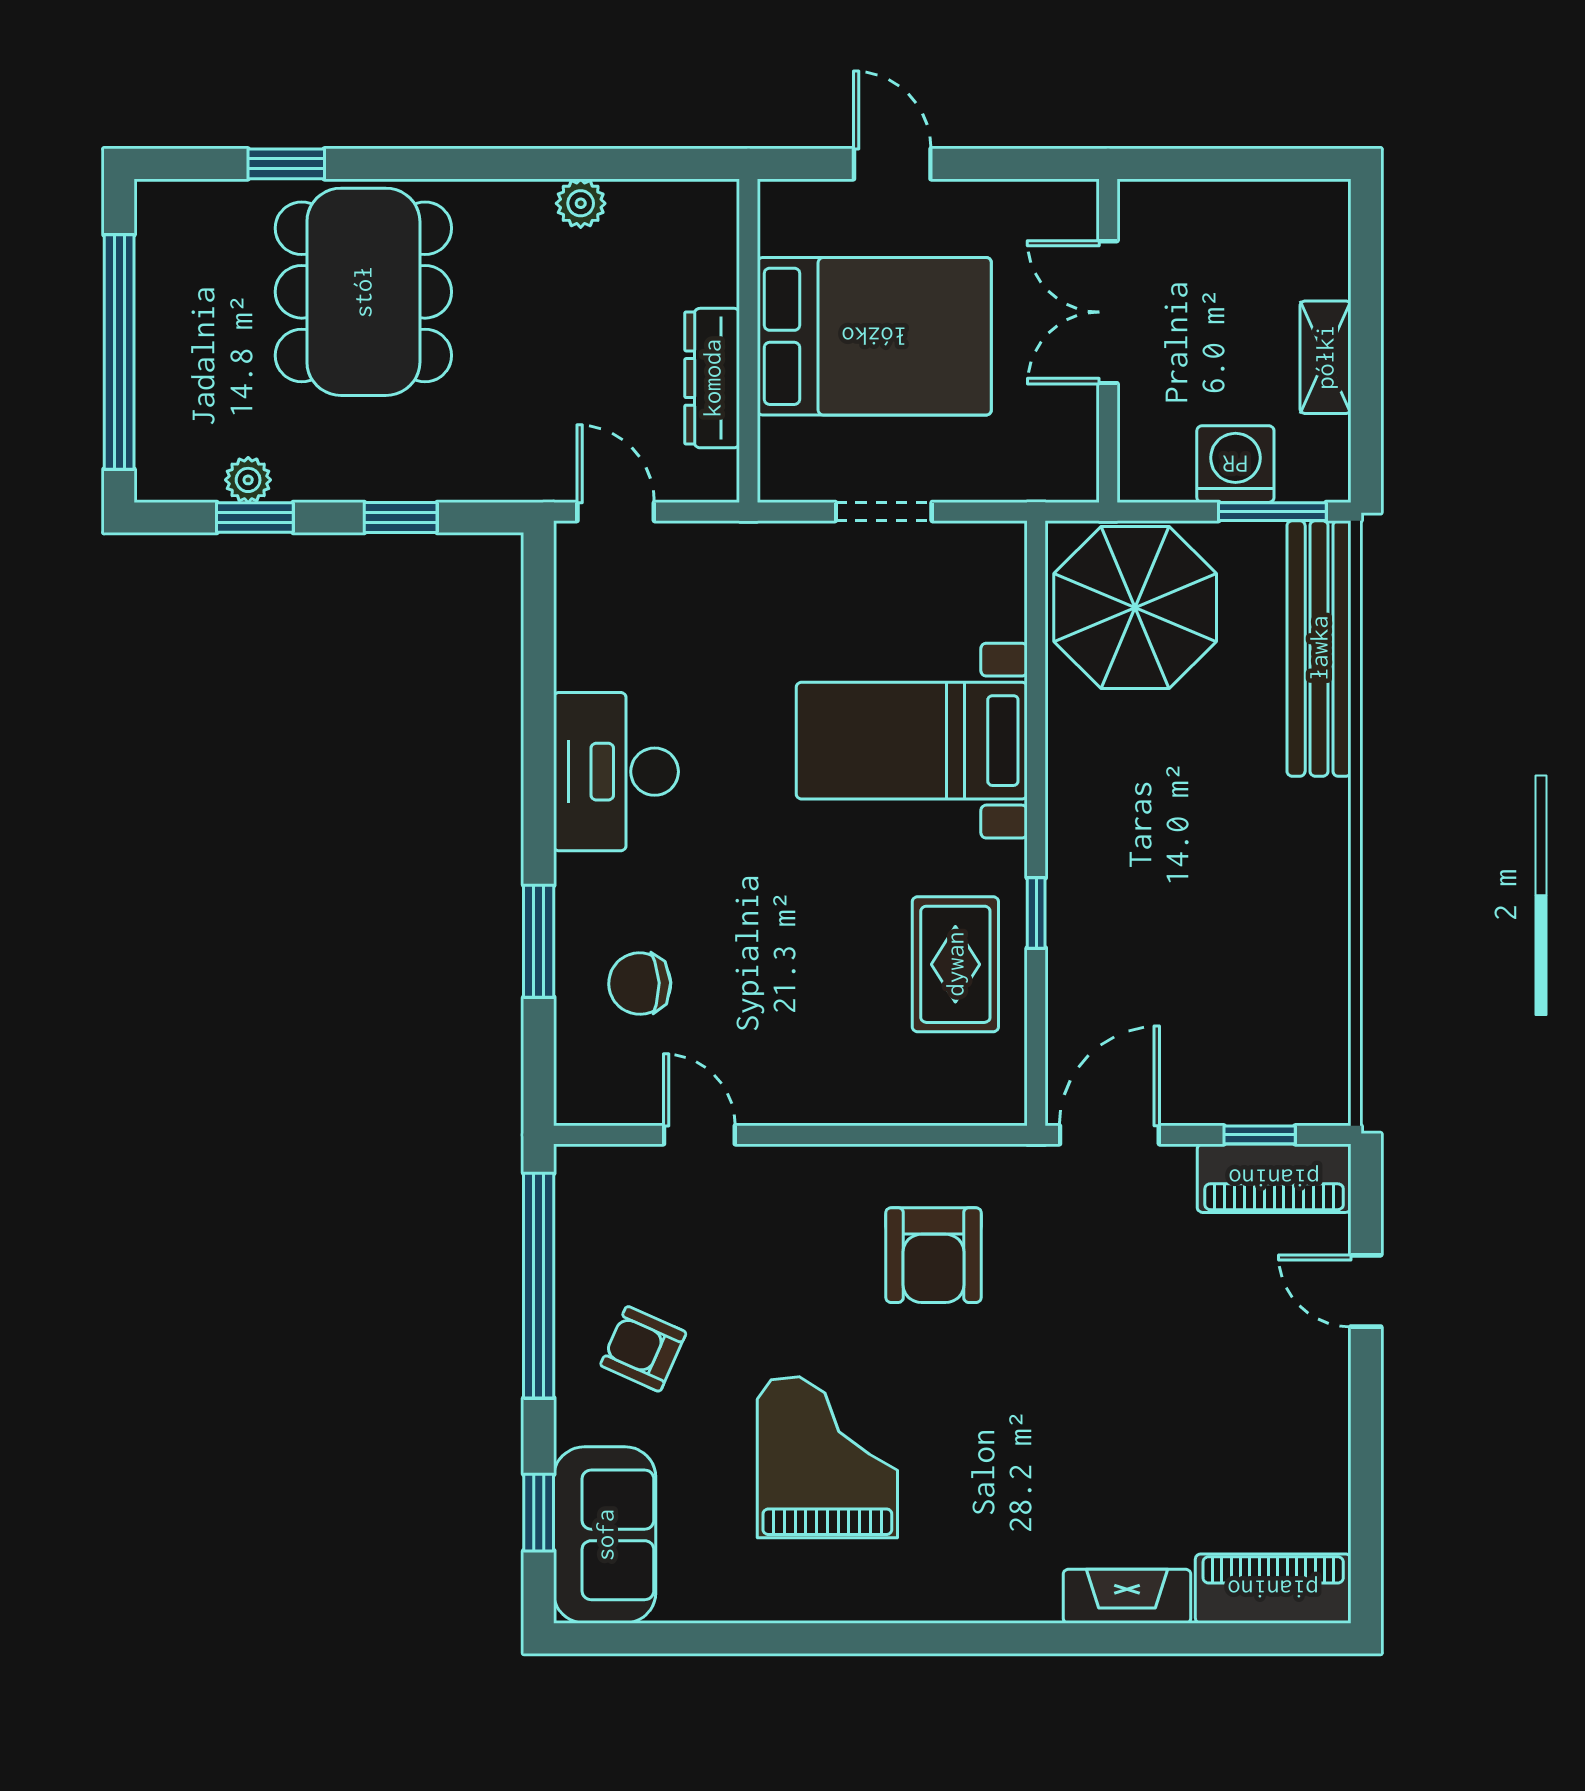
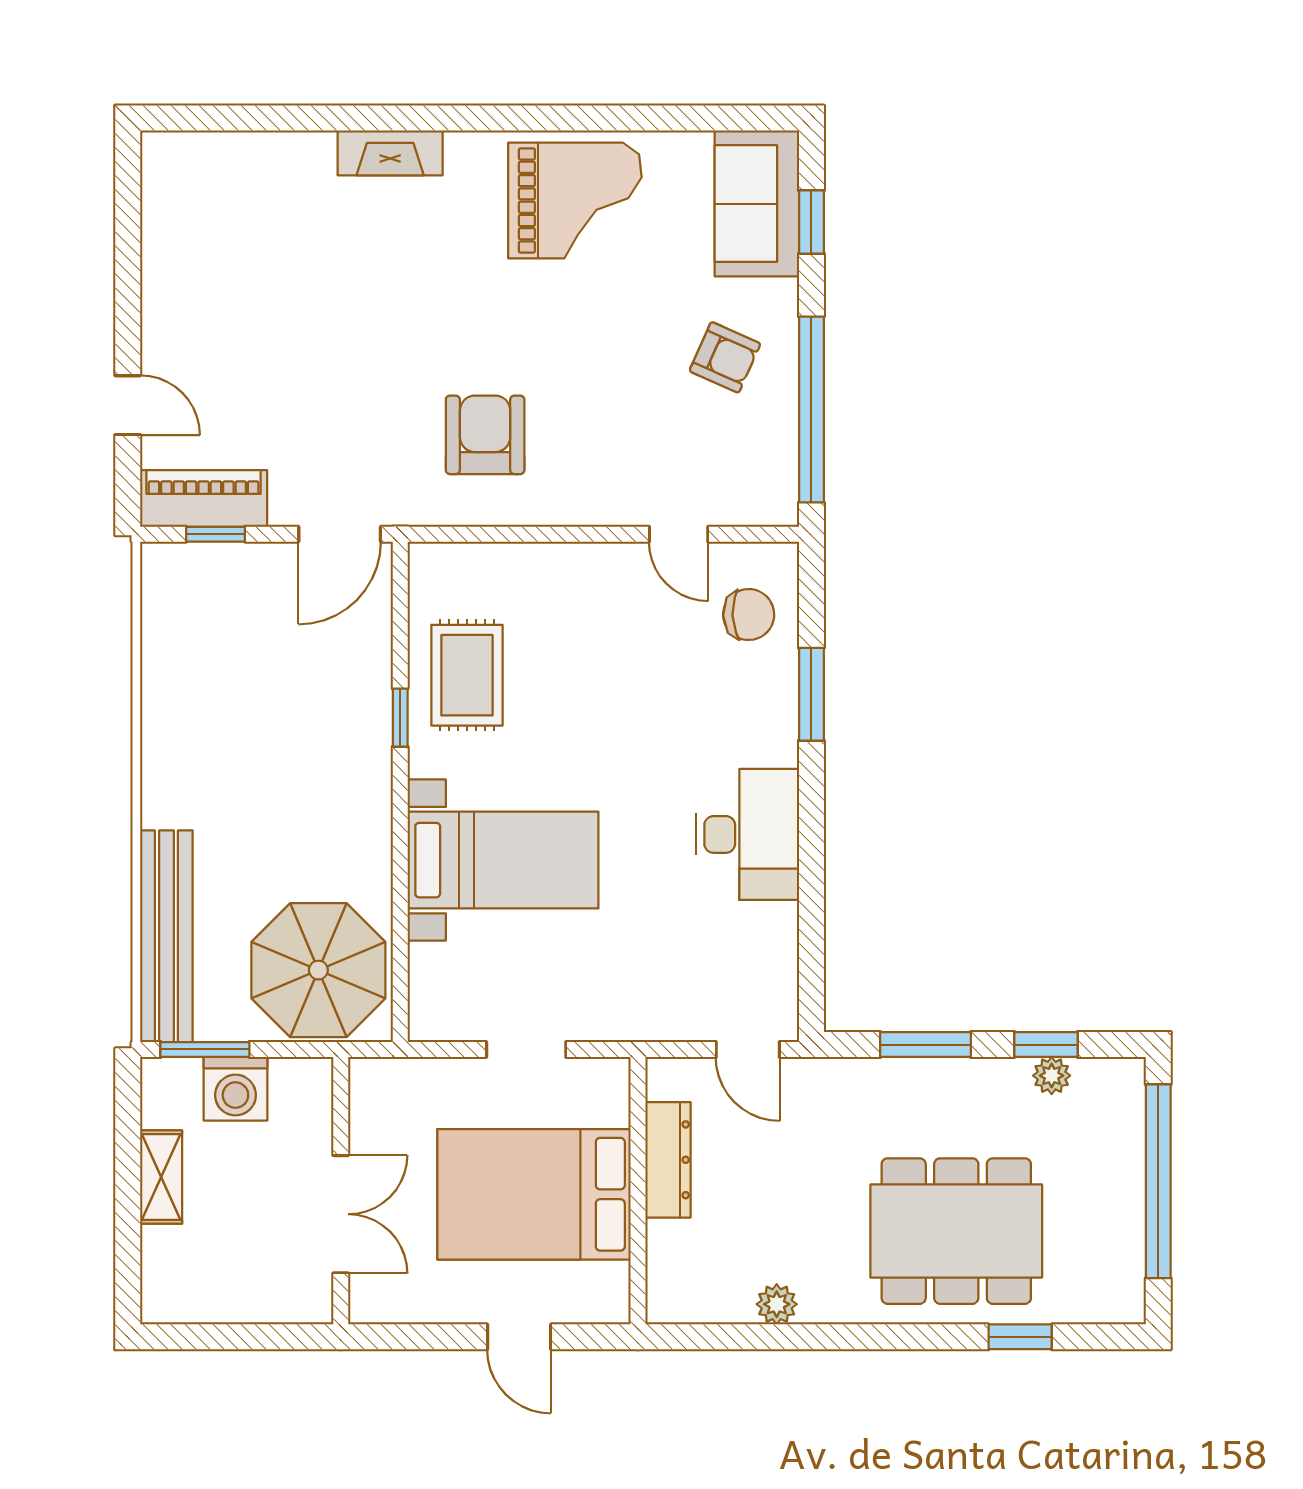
dining table: (363, 292) -> (956, 1231), turned 90
window: (401, 518) -> (925, 1045), width x1.50
chair: (640, 984) -> (749, 614), moved
grand piano: (827, 1457) -> (575, 201), moved, turned -90
piano: (1273, 1589) -> (204, 159), removed
fireplace: (1127, 1596) -> (390, 153), moved

